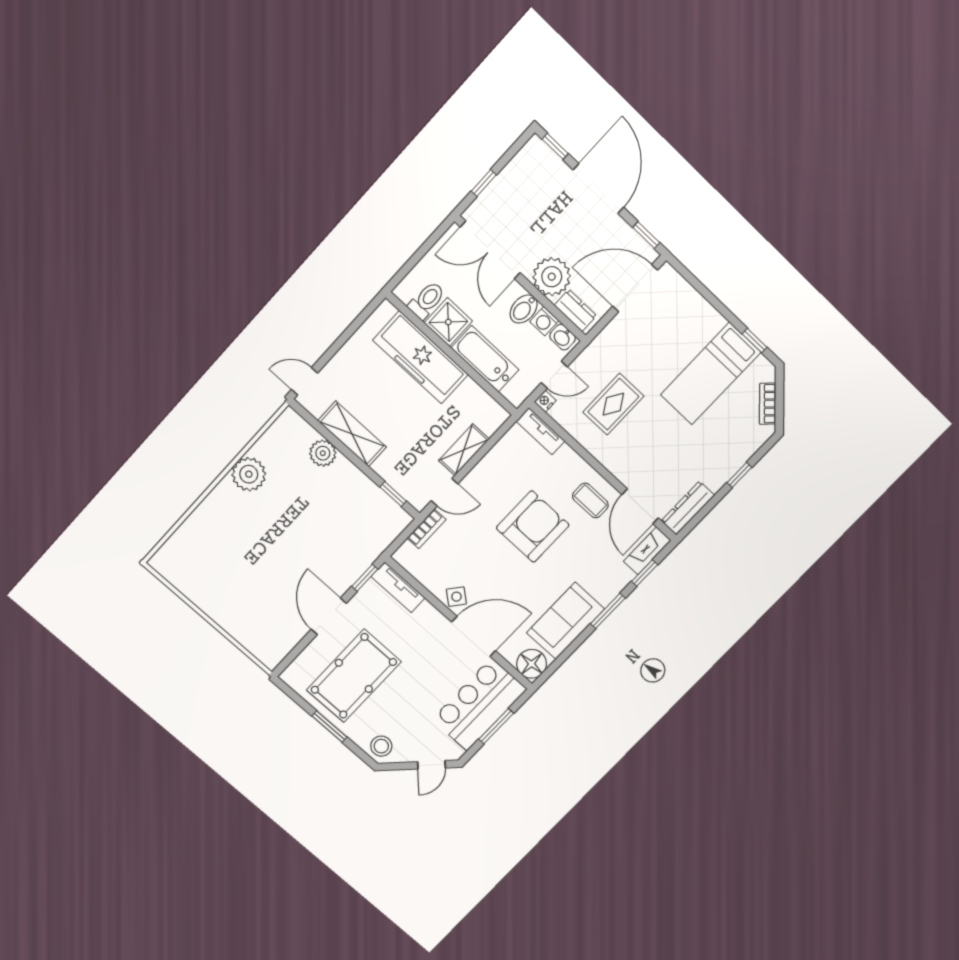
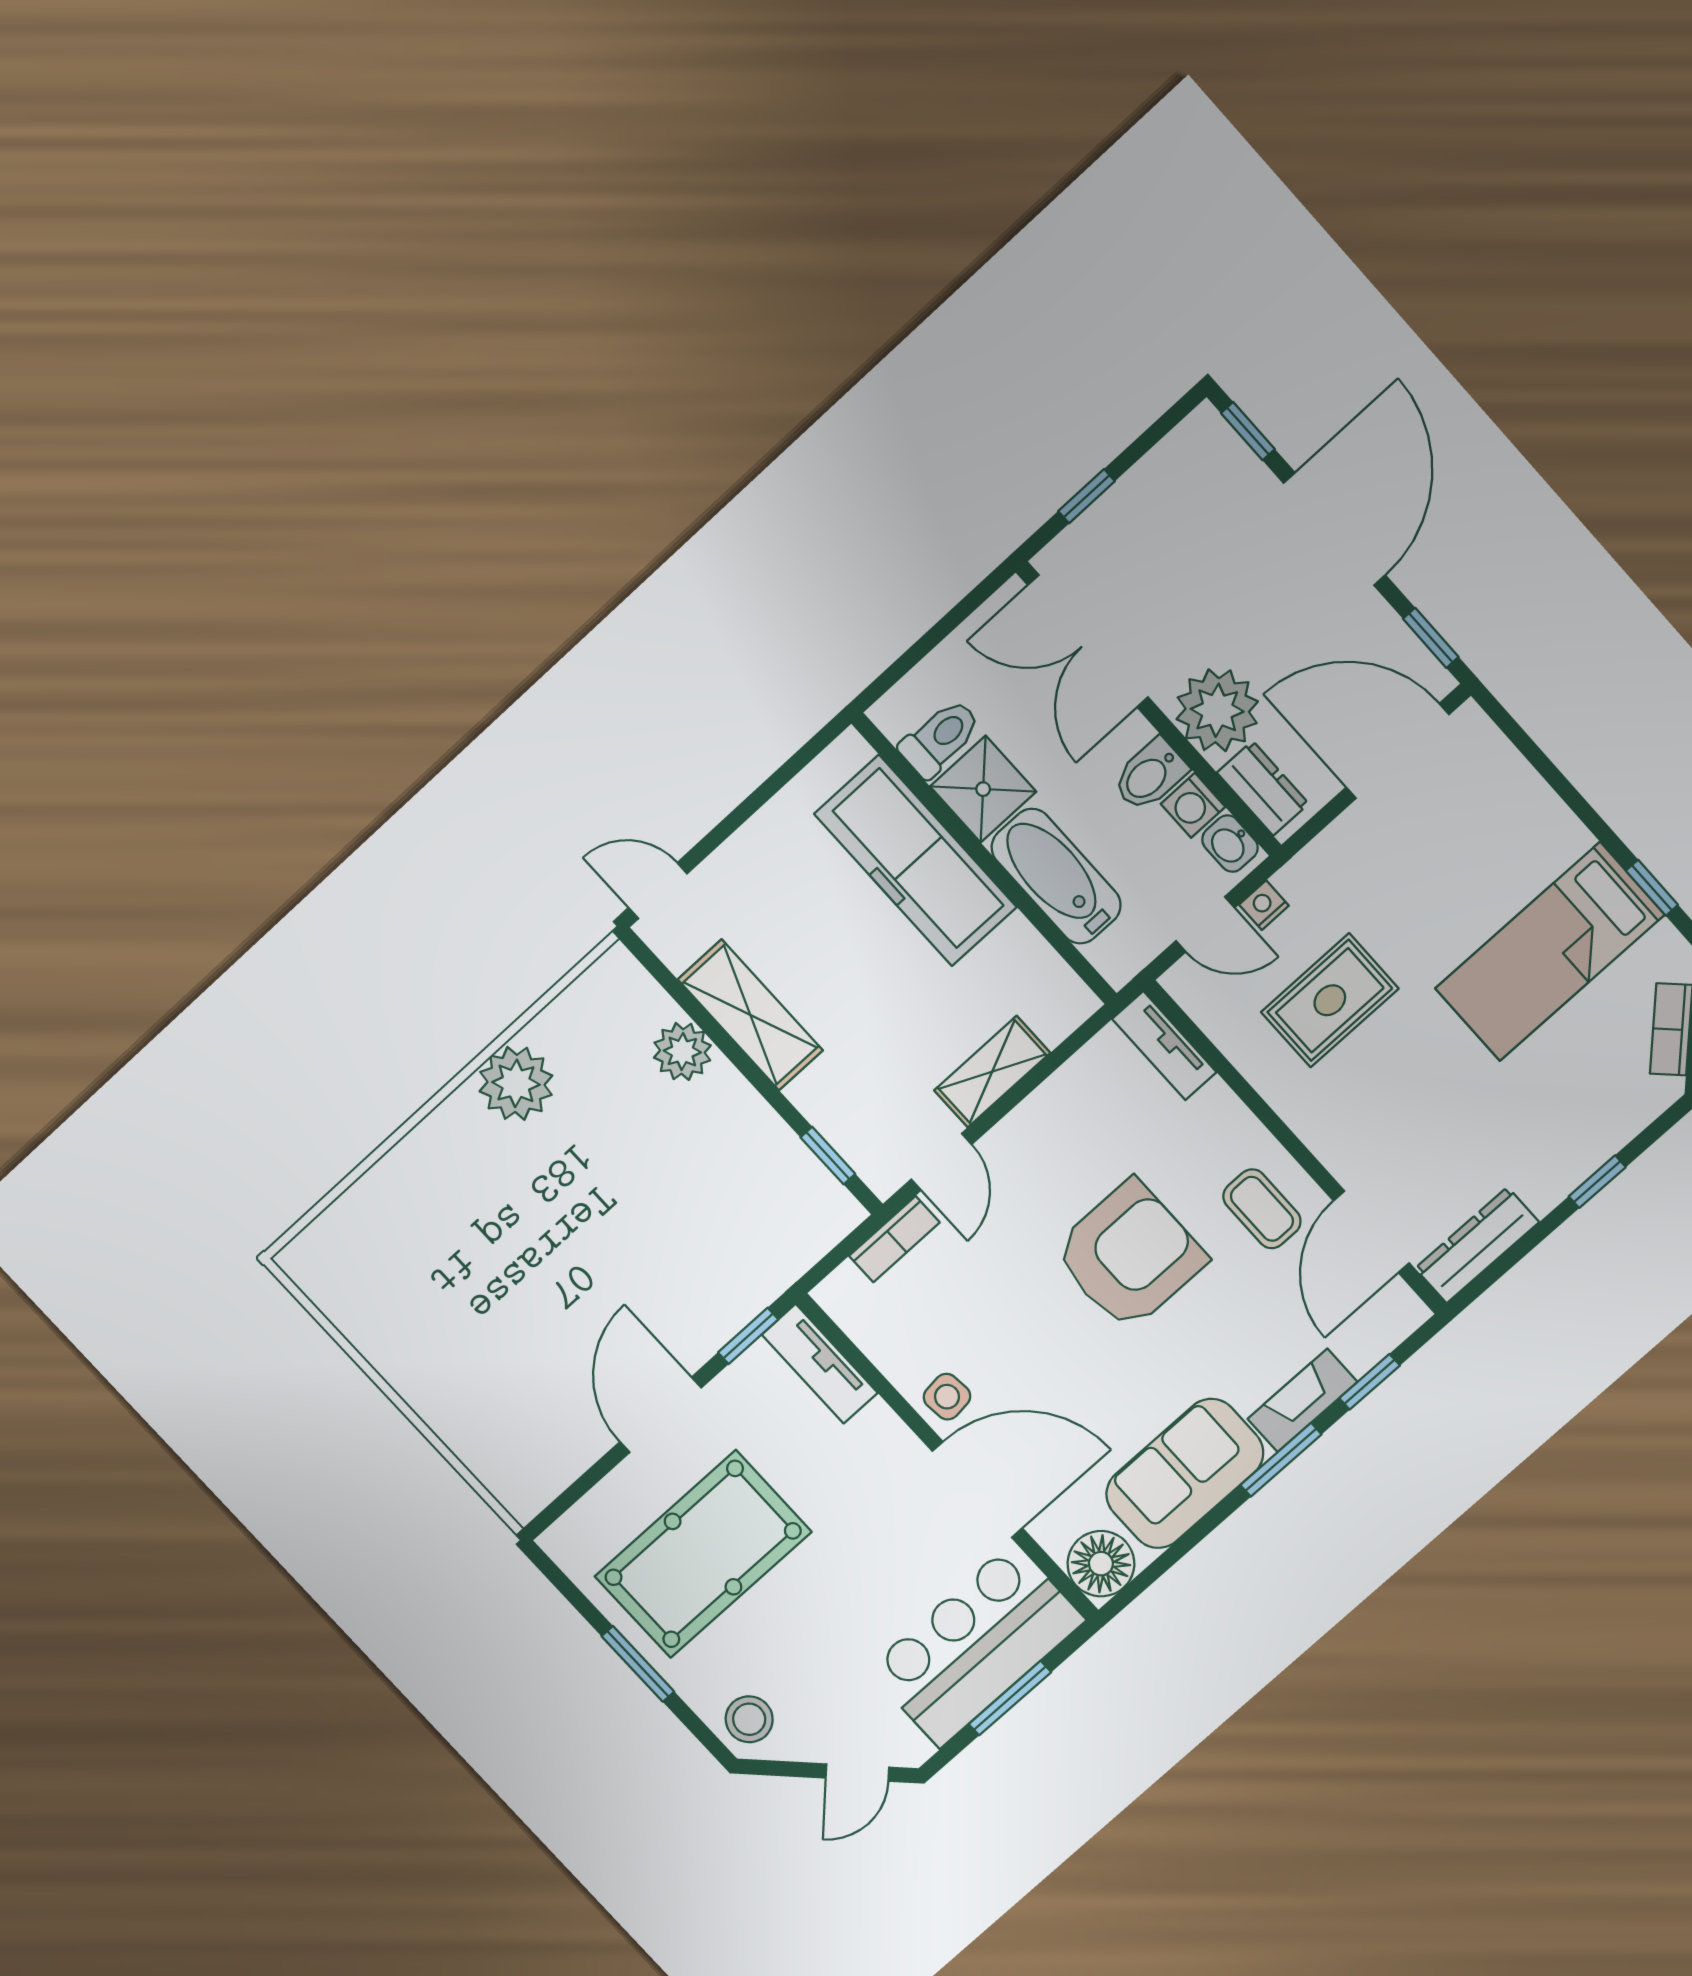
nightstand: (545, 401) -> (1264, 905), moved
door: (445, 492) -> (941, 1162), hinge flipped
fireplace: (647, 551) -> (1303, 1400), moved
side table: (456, 597) -> (947, 1397), turned 45

